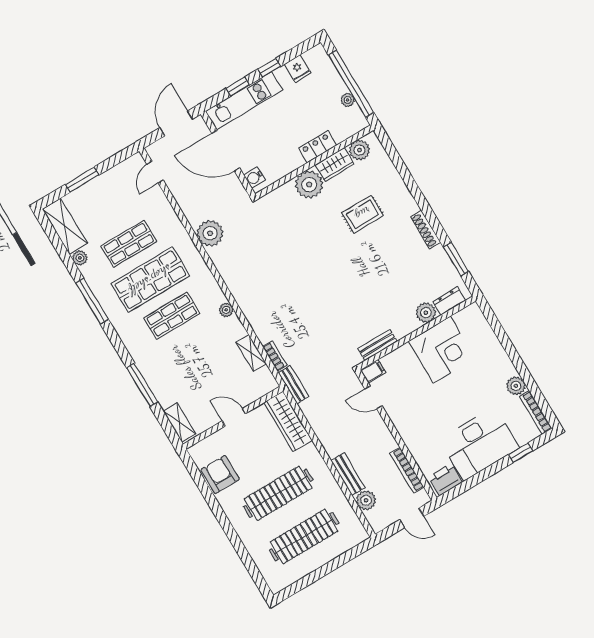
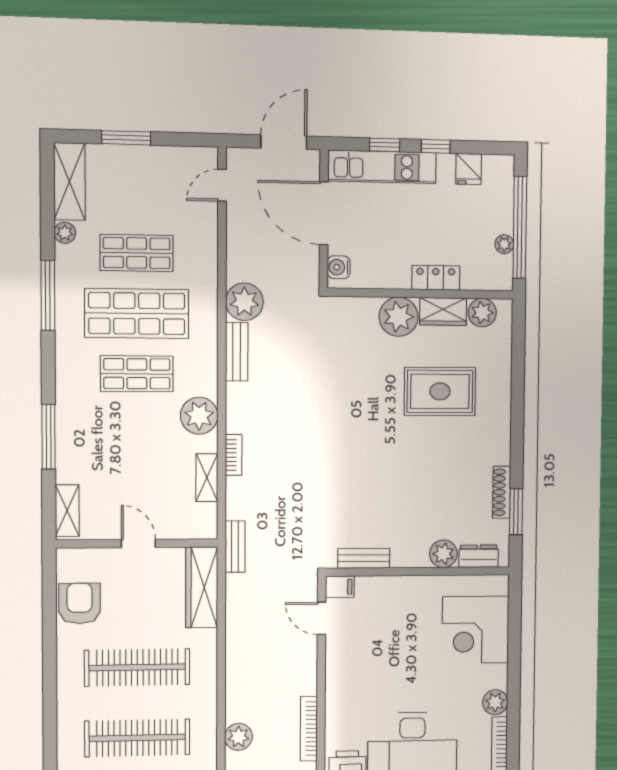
rug: (363, 214) -> (440, 391), width x1.36, depth x1.43
shoe rack: (426, 230) -> (502, 492), moved
plant: (226, 310) -> (199, 416), width x1.87, depth x1.87
corner desk: (442, 350) -> (476, 630), moved, turned 90
bookcase: (275, 356) -> (234, 455), moved
bench: (348, 474) -> (237, 352), moved

